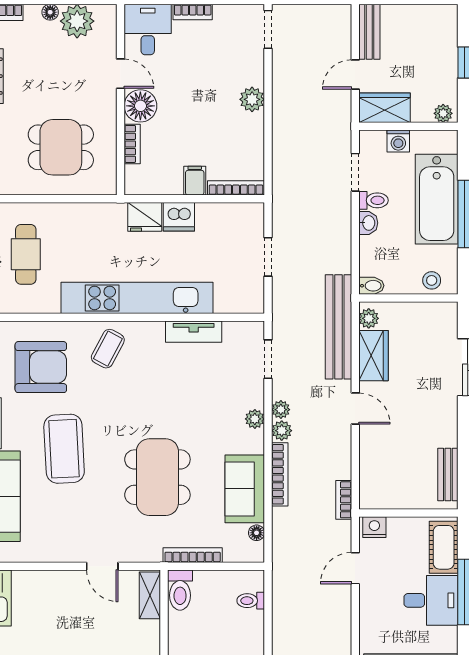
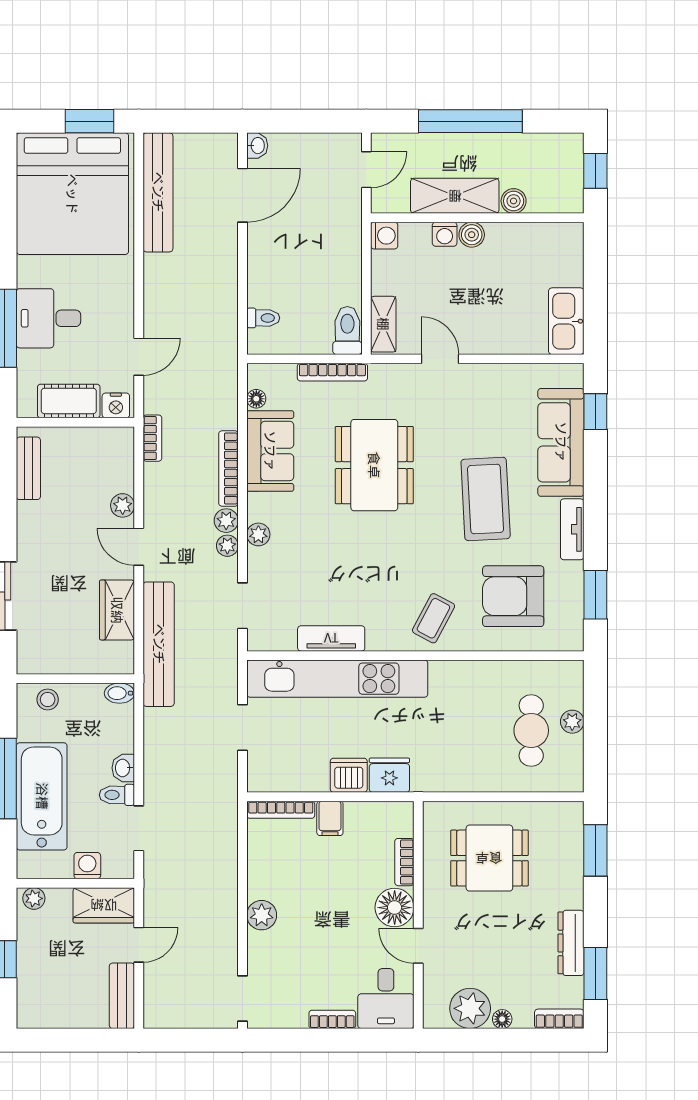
kitchen unit: (137, 298) -> (337, 679), moved
plant: (369, 318) -> (123, 505), moved
cot: (444, 547) -> (69, 401), moved, turned 90

